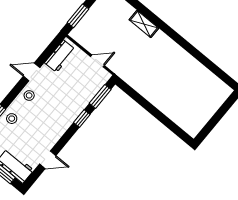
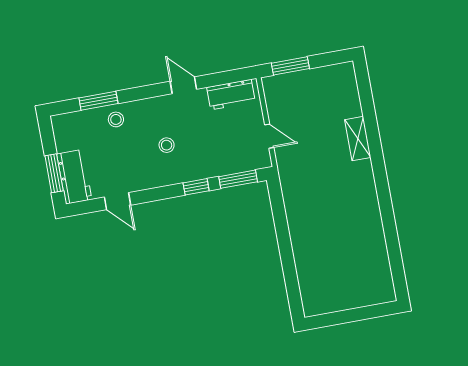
stool: (29, 95) -> (167, 145), moved

